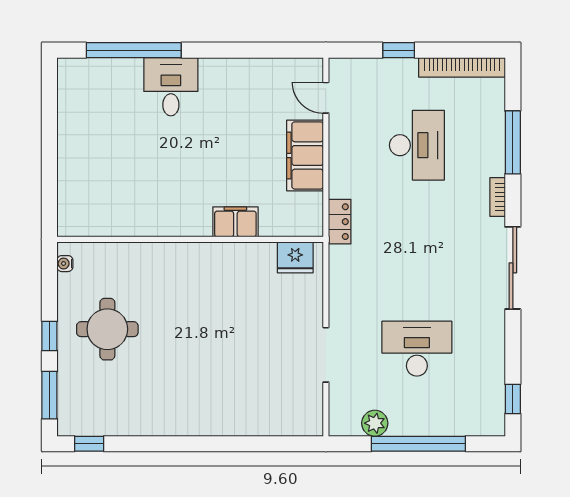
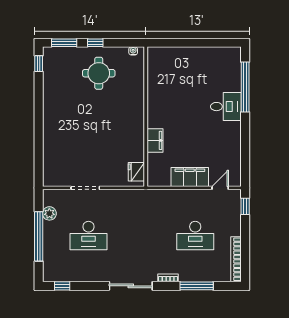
window: (399, 50) -> (245, 206), moved
locker: (340, 222) -> (155, 195), removed
desk: (417, 349) -> (89, 236), turned 90

